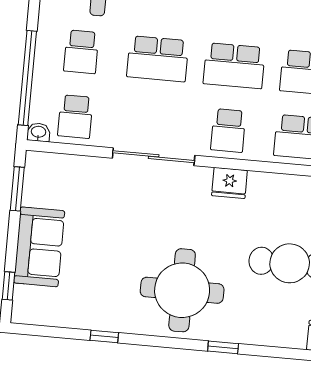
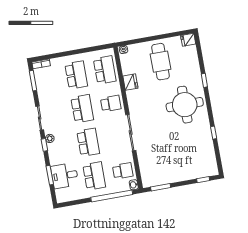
school desk: (81, 52) -> (94, 176), width x1.85
fridge: (229, 183) -> (130, 82), moved
sofa: (39, 247) -> (183, 171), removed

